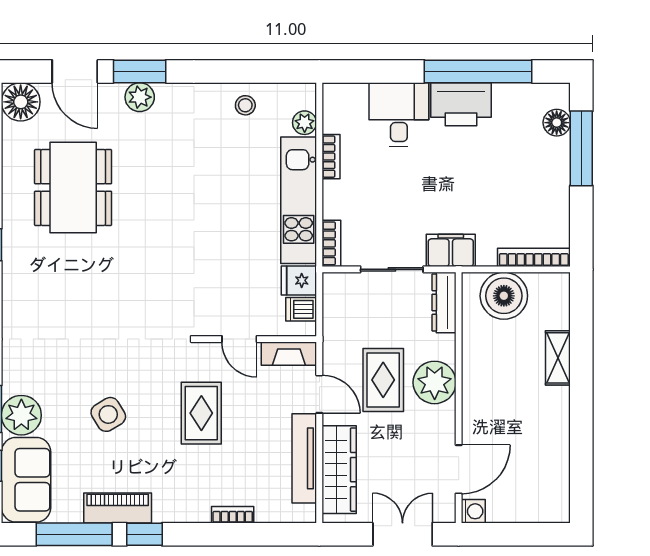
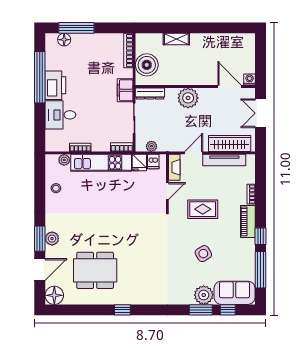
plant: (333, 306) -> (151, 146), added
rug: (383, 380) -> (187, 122), removed
piano: (118, 508) -> (248, 221), moved

